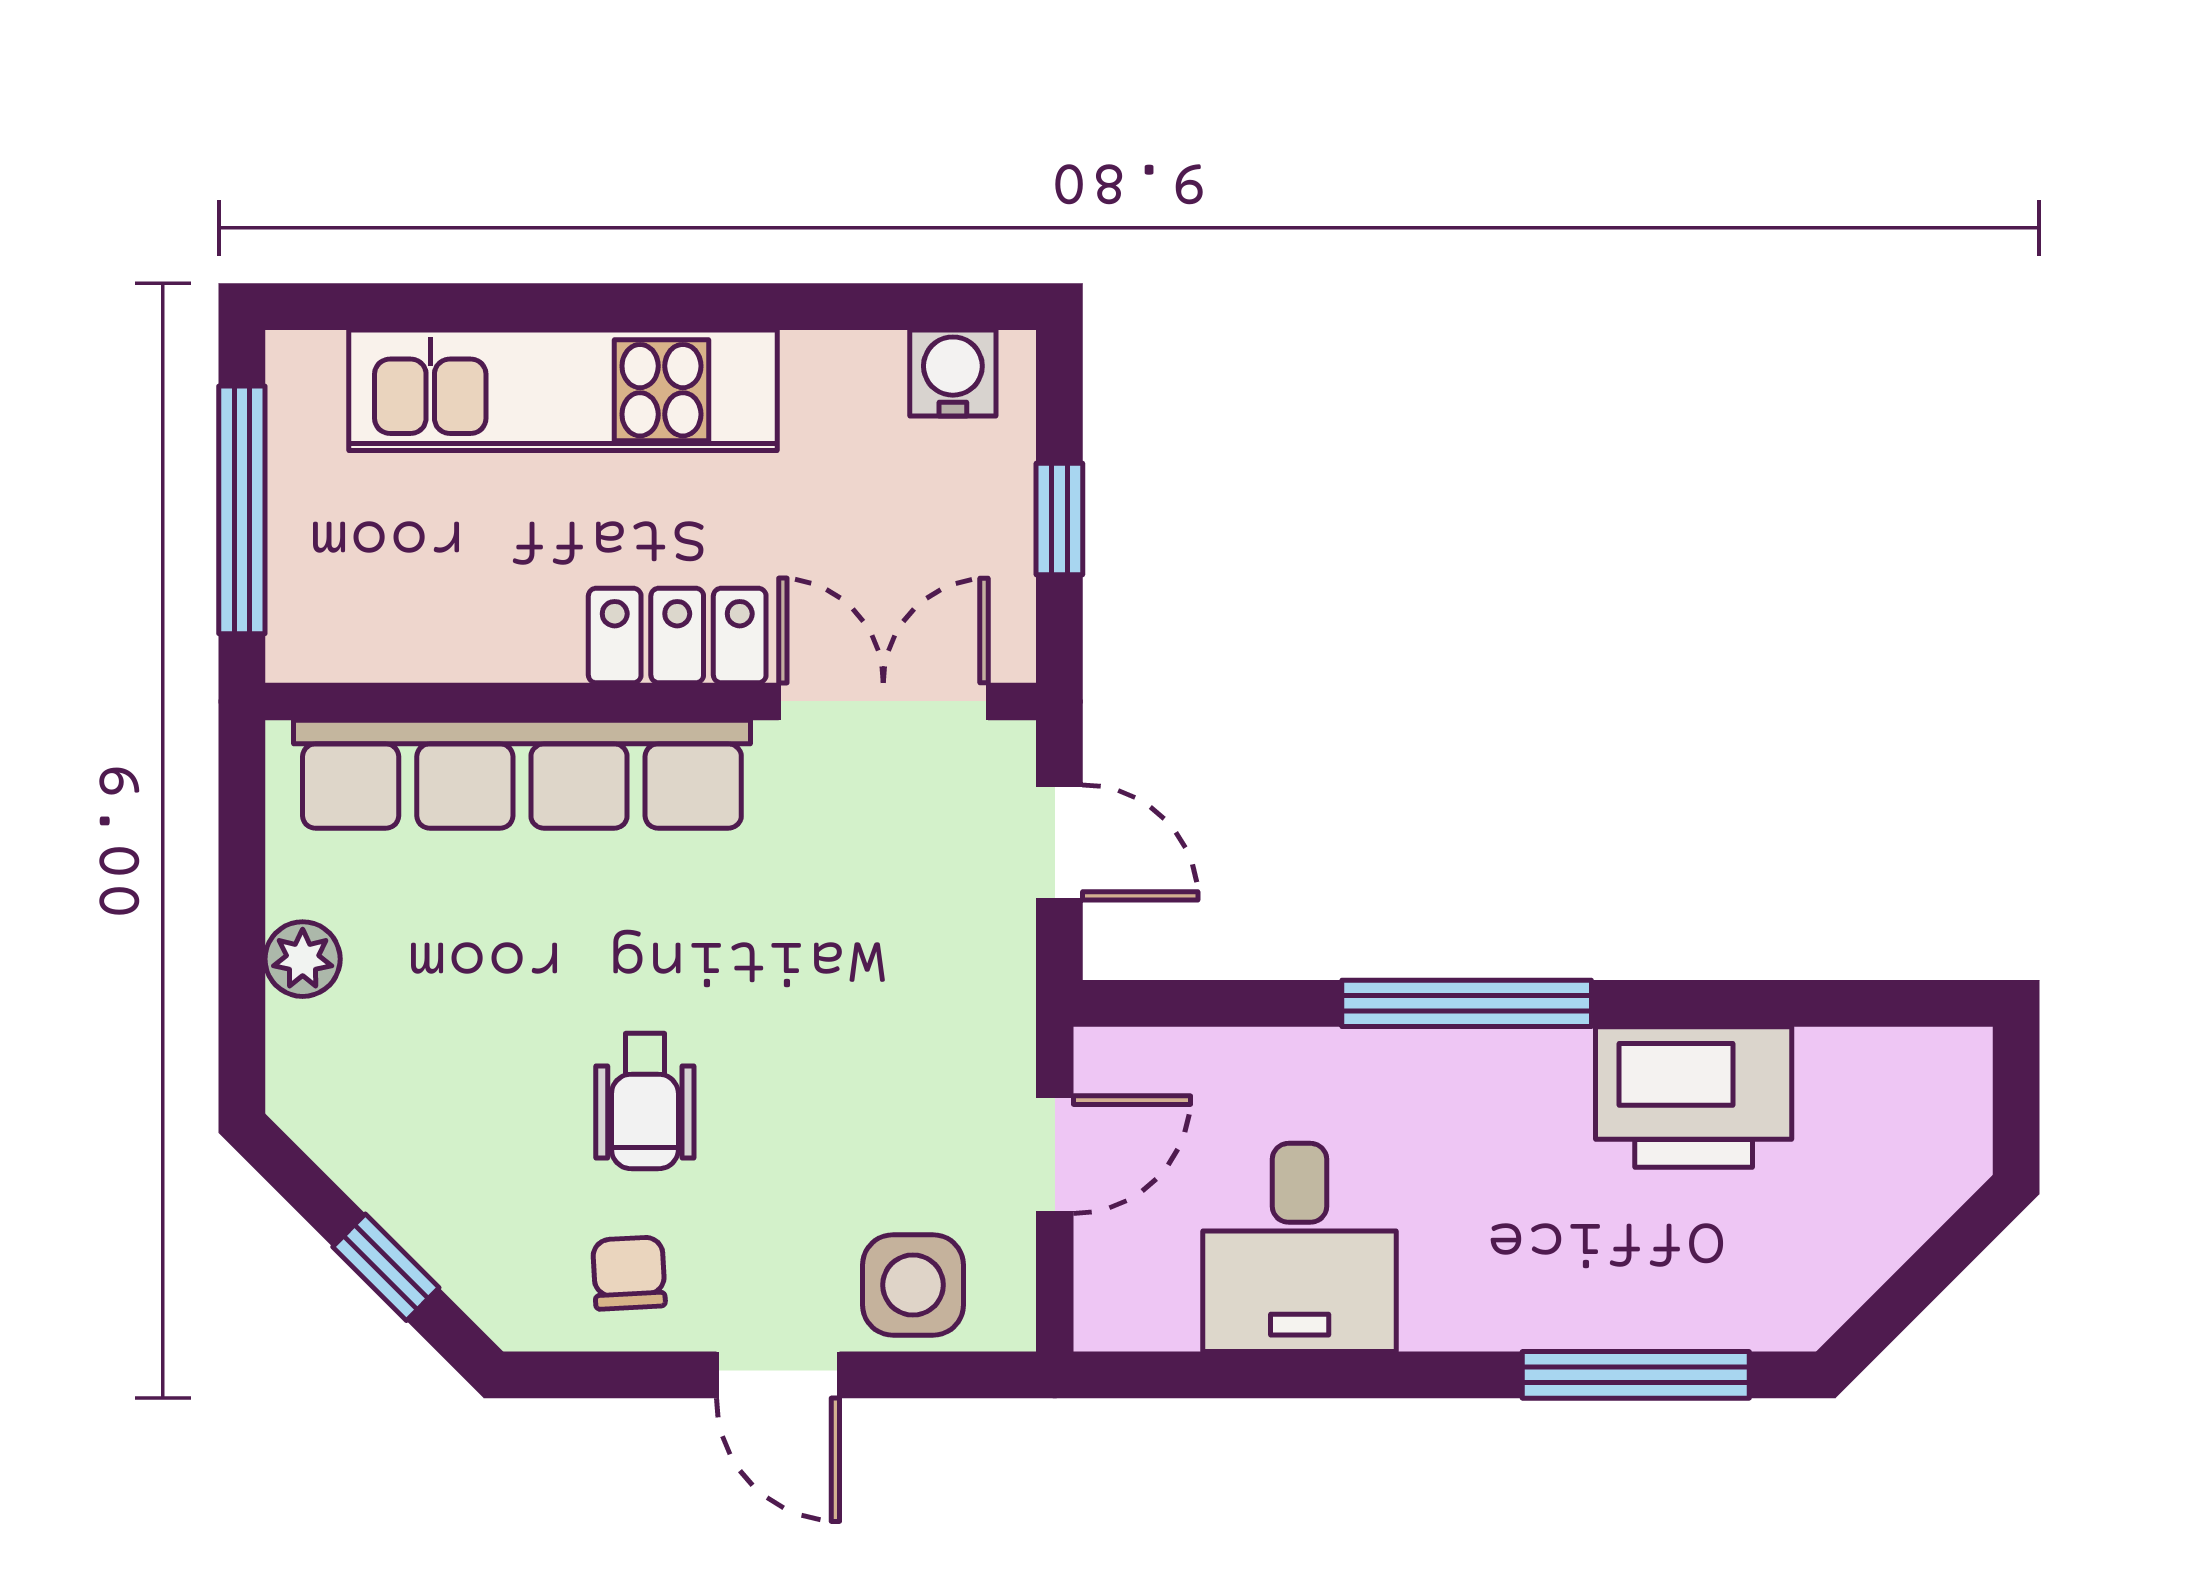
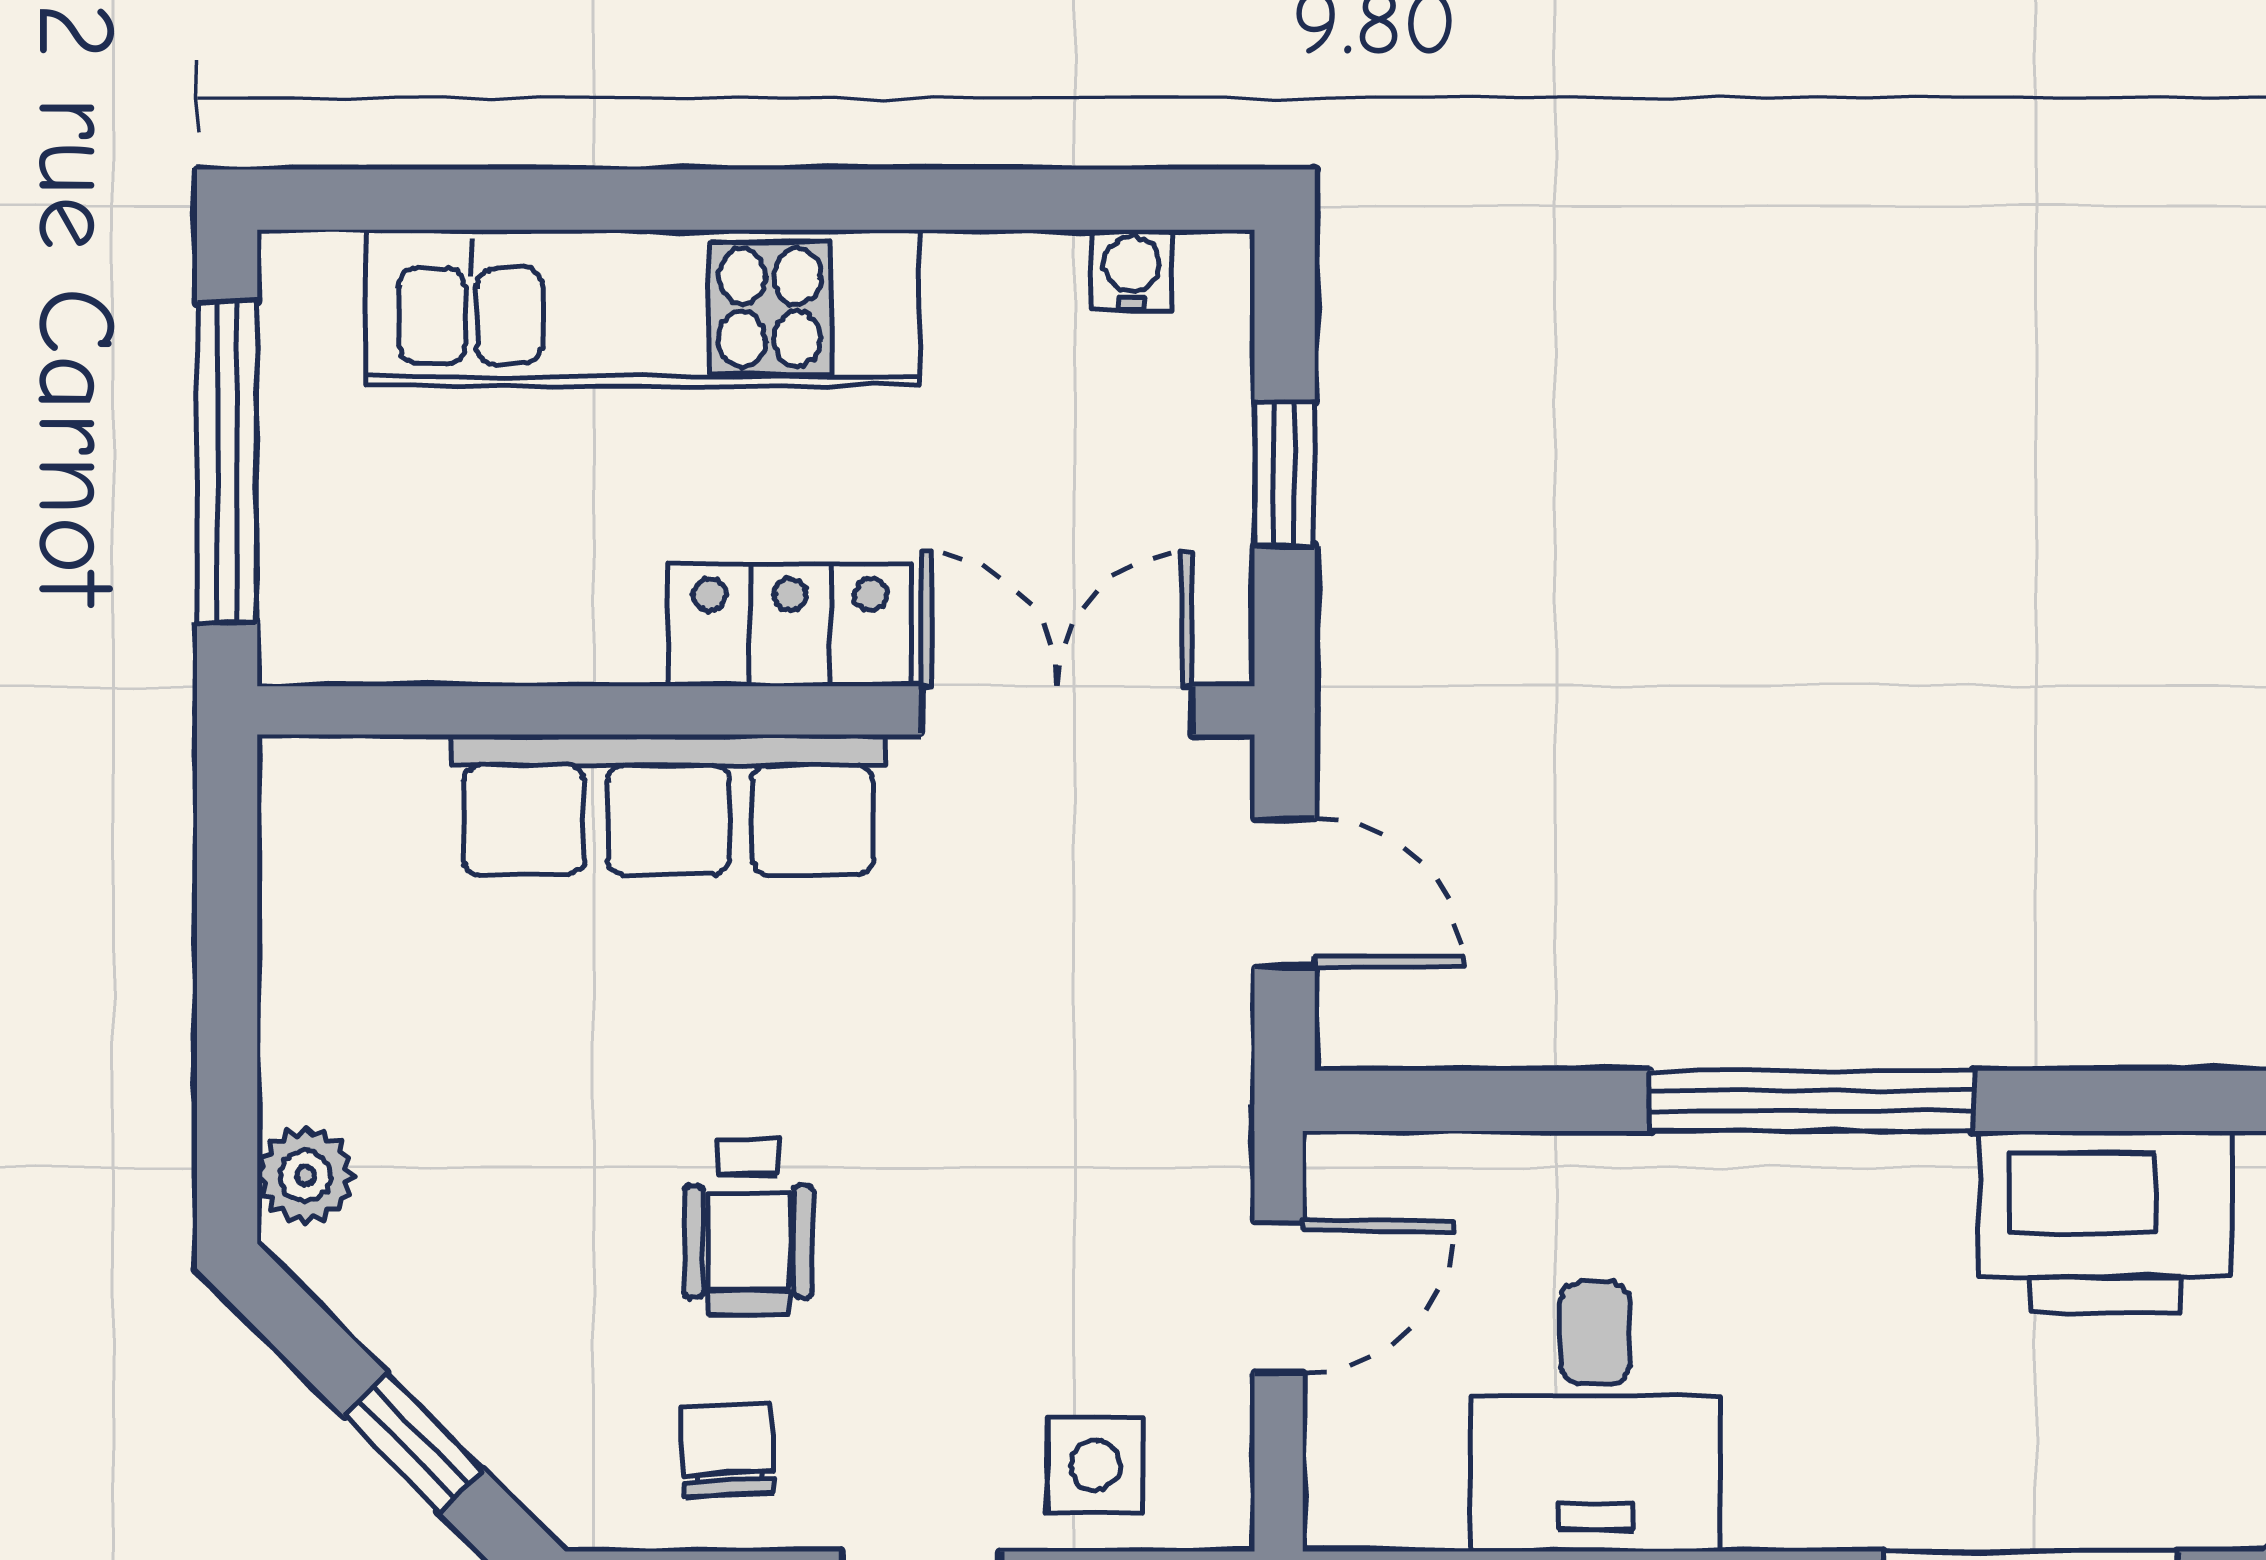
water cooler: (953, 373) -> (1131, 270), width x0.72, depth x0.72
row of seats: (522, 774) -> (668, 804), width x0.73
plant: (303, 959) -> (306, 1176), moved
side table: (913, 1285) -> (1095, 1465), width x0.73, depth x0.73

